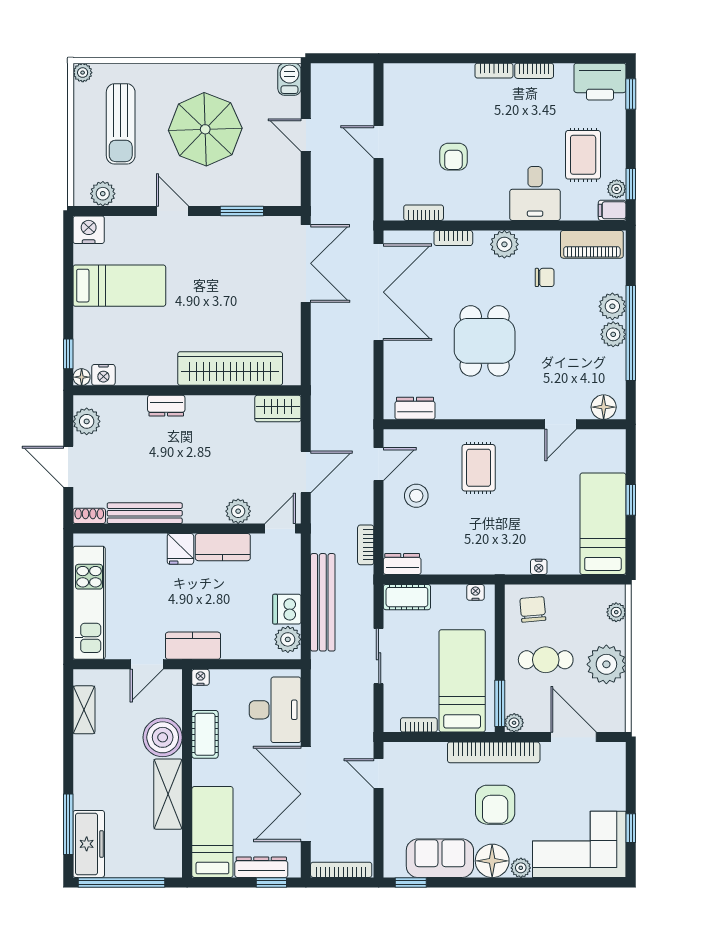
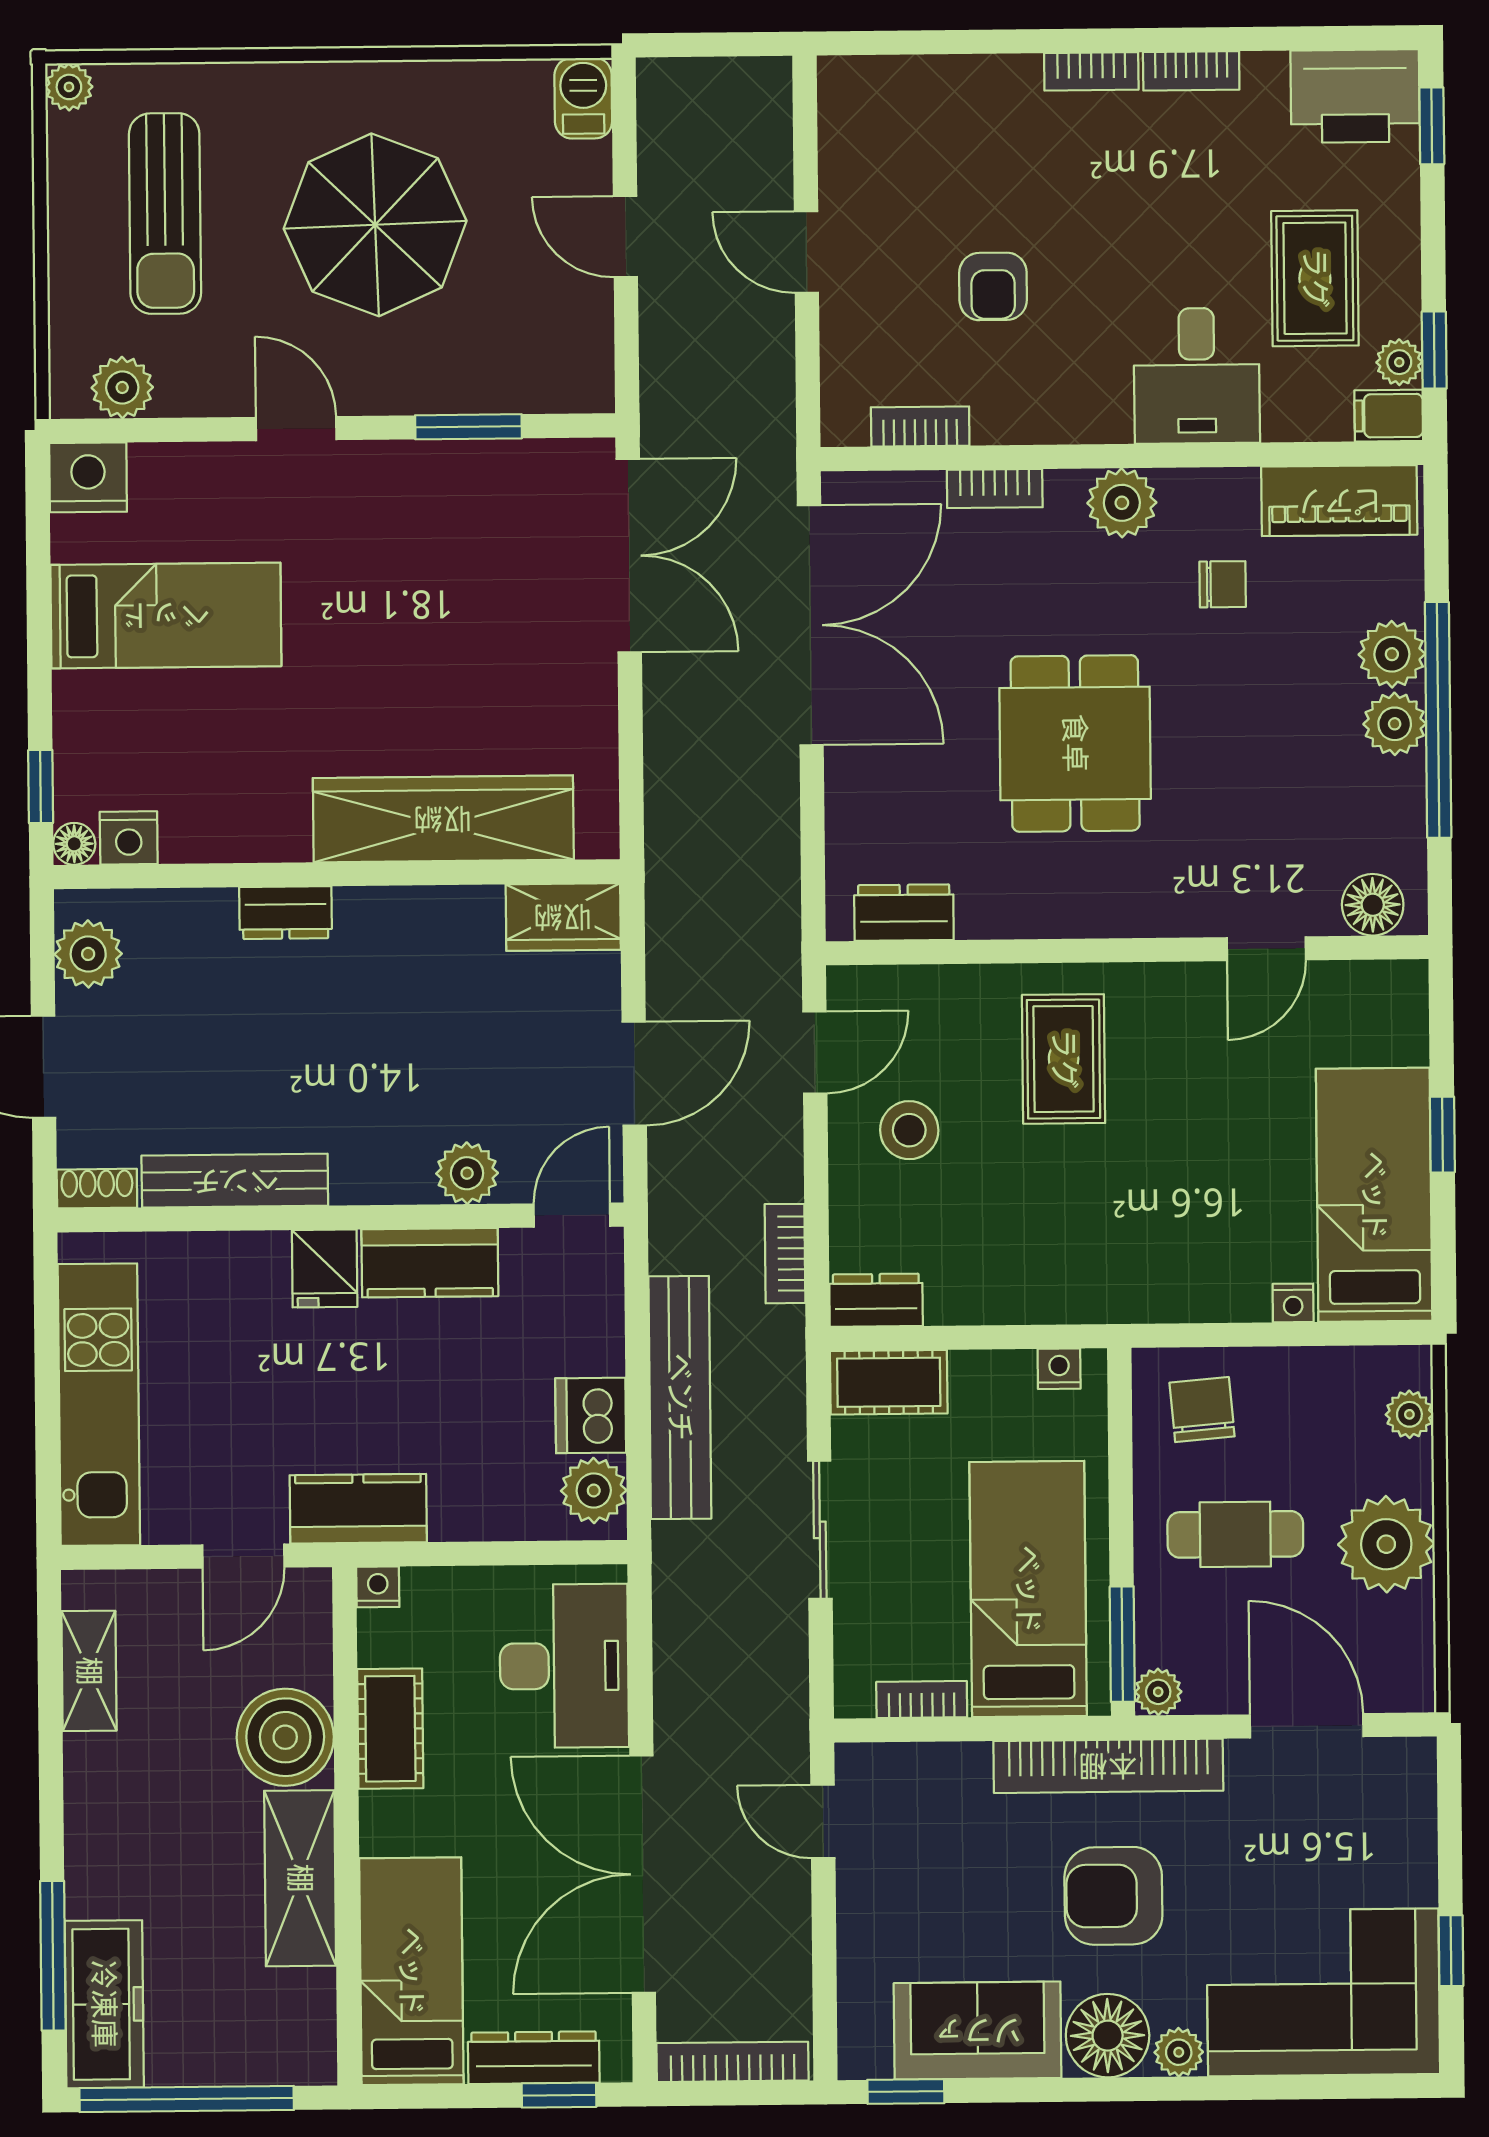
nightstand: (539, 567) -> (1293, 1303), moved
armchair: (495, 805) -> (1113, 1896), turned 90

